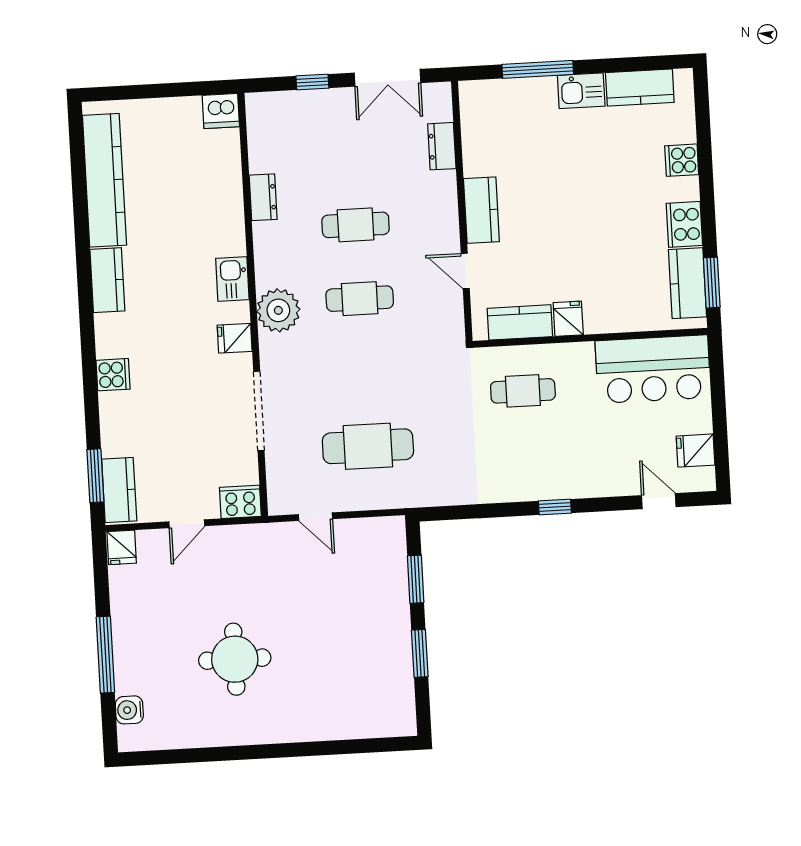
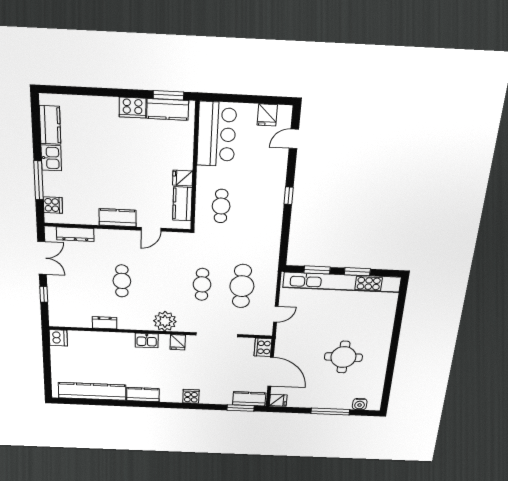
dresser: (442, 146) -> (75, 234), width x1.44
cooker: (682, 160) -> (53, 205), moved, turned -90
cafe table: (360, 299) -> (202, 284), moved
door: (187, 524) -> (271, 372), width x1.87
kitchen unit: (395, 629) -> (342, 282), added

